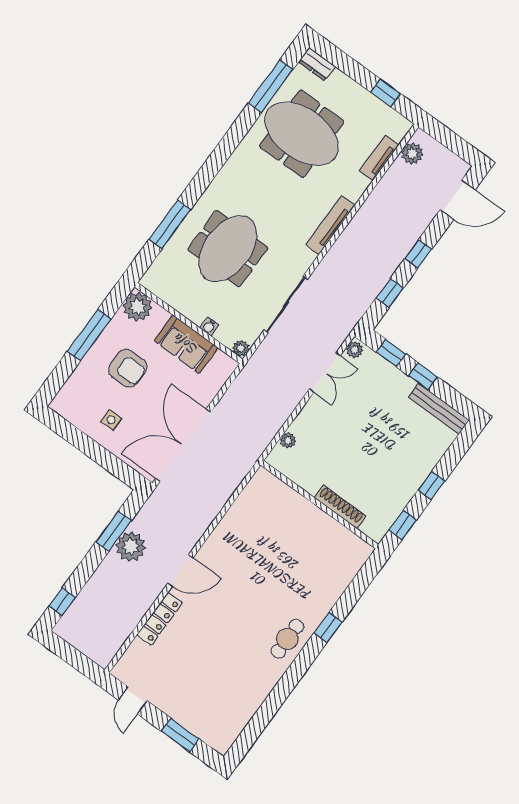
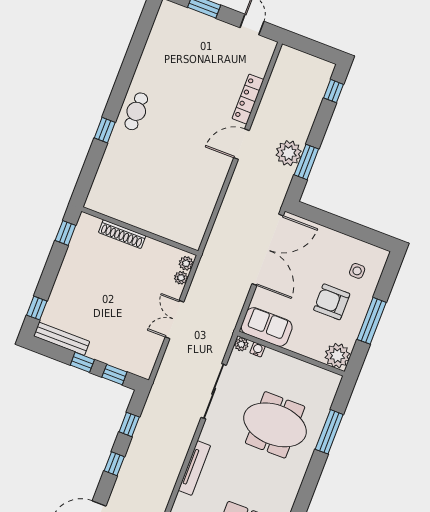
meeting table: (228, 249) -> (275, 425), turned 90
water cooler: (209, 326) -> (257, 350), moved
sofa: (186, 344) -> (267, 327), moved
plant: (355, 350) -> (186, 263), moved
double door: (325, 372) -> (175, 319), moved
side table: (111, 420) -> (357, 271), moved
window: (432, 486) -> (37, 308), moved

